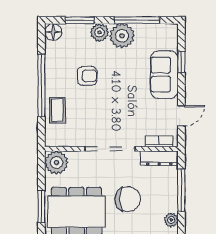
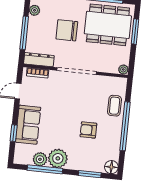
plant: (100, 32) -> (40, 159), moved
plant: (56, 163) -> (123, 69), width x0.53, depth x0.53

